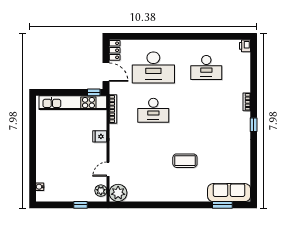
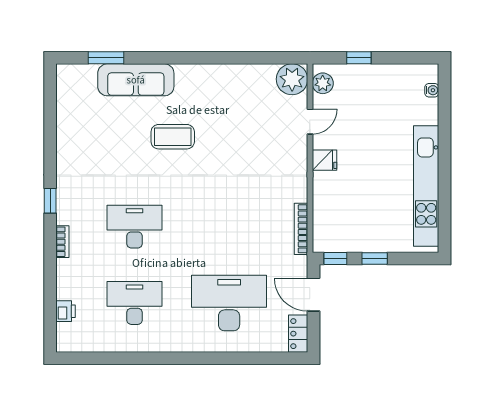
printer: (245, 46) -> (66, 311), moved
window: (72, 92) -> (375, 259), added
kitchen unit: (73, 103) -> (426, 186), moved, turned -90
desk: (153, 110) -> (135, 227), moved
fridge: (100, 136) -> (324, 160), moved
sofa: (229, 193) -> (136, 80), moved

